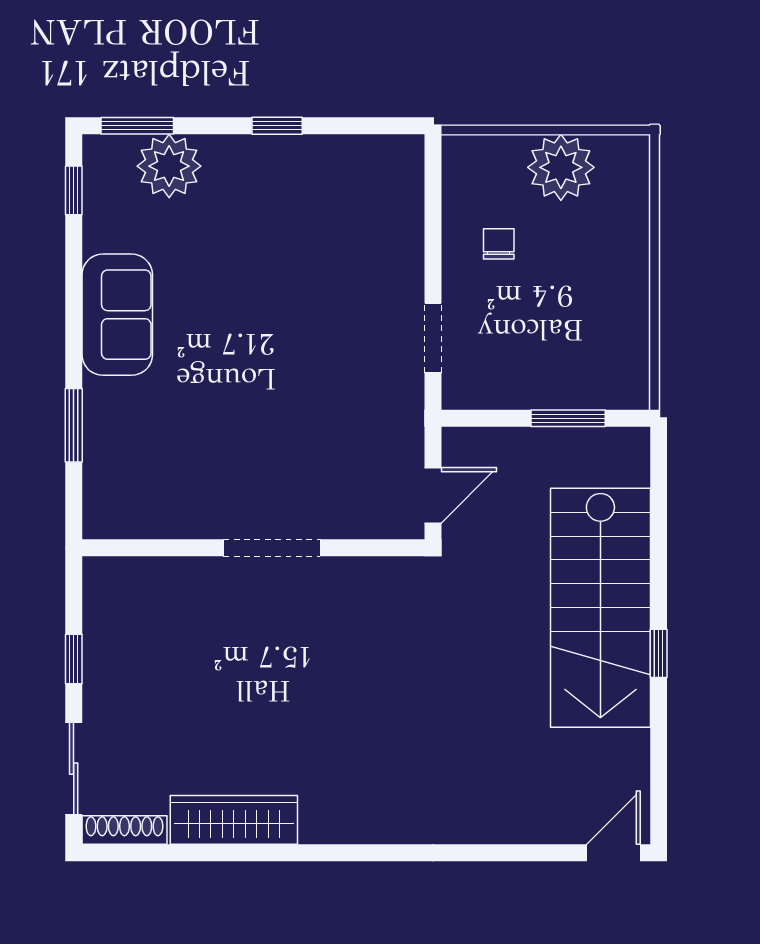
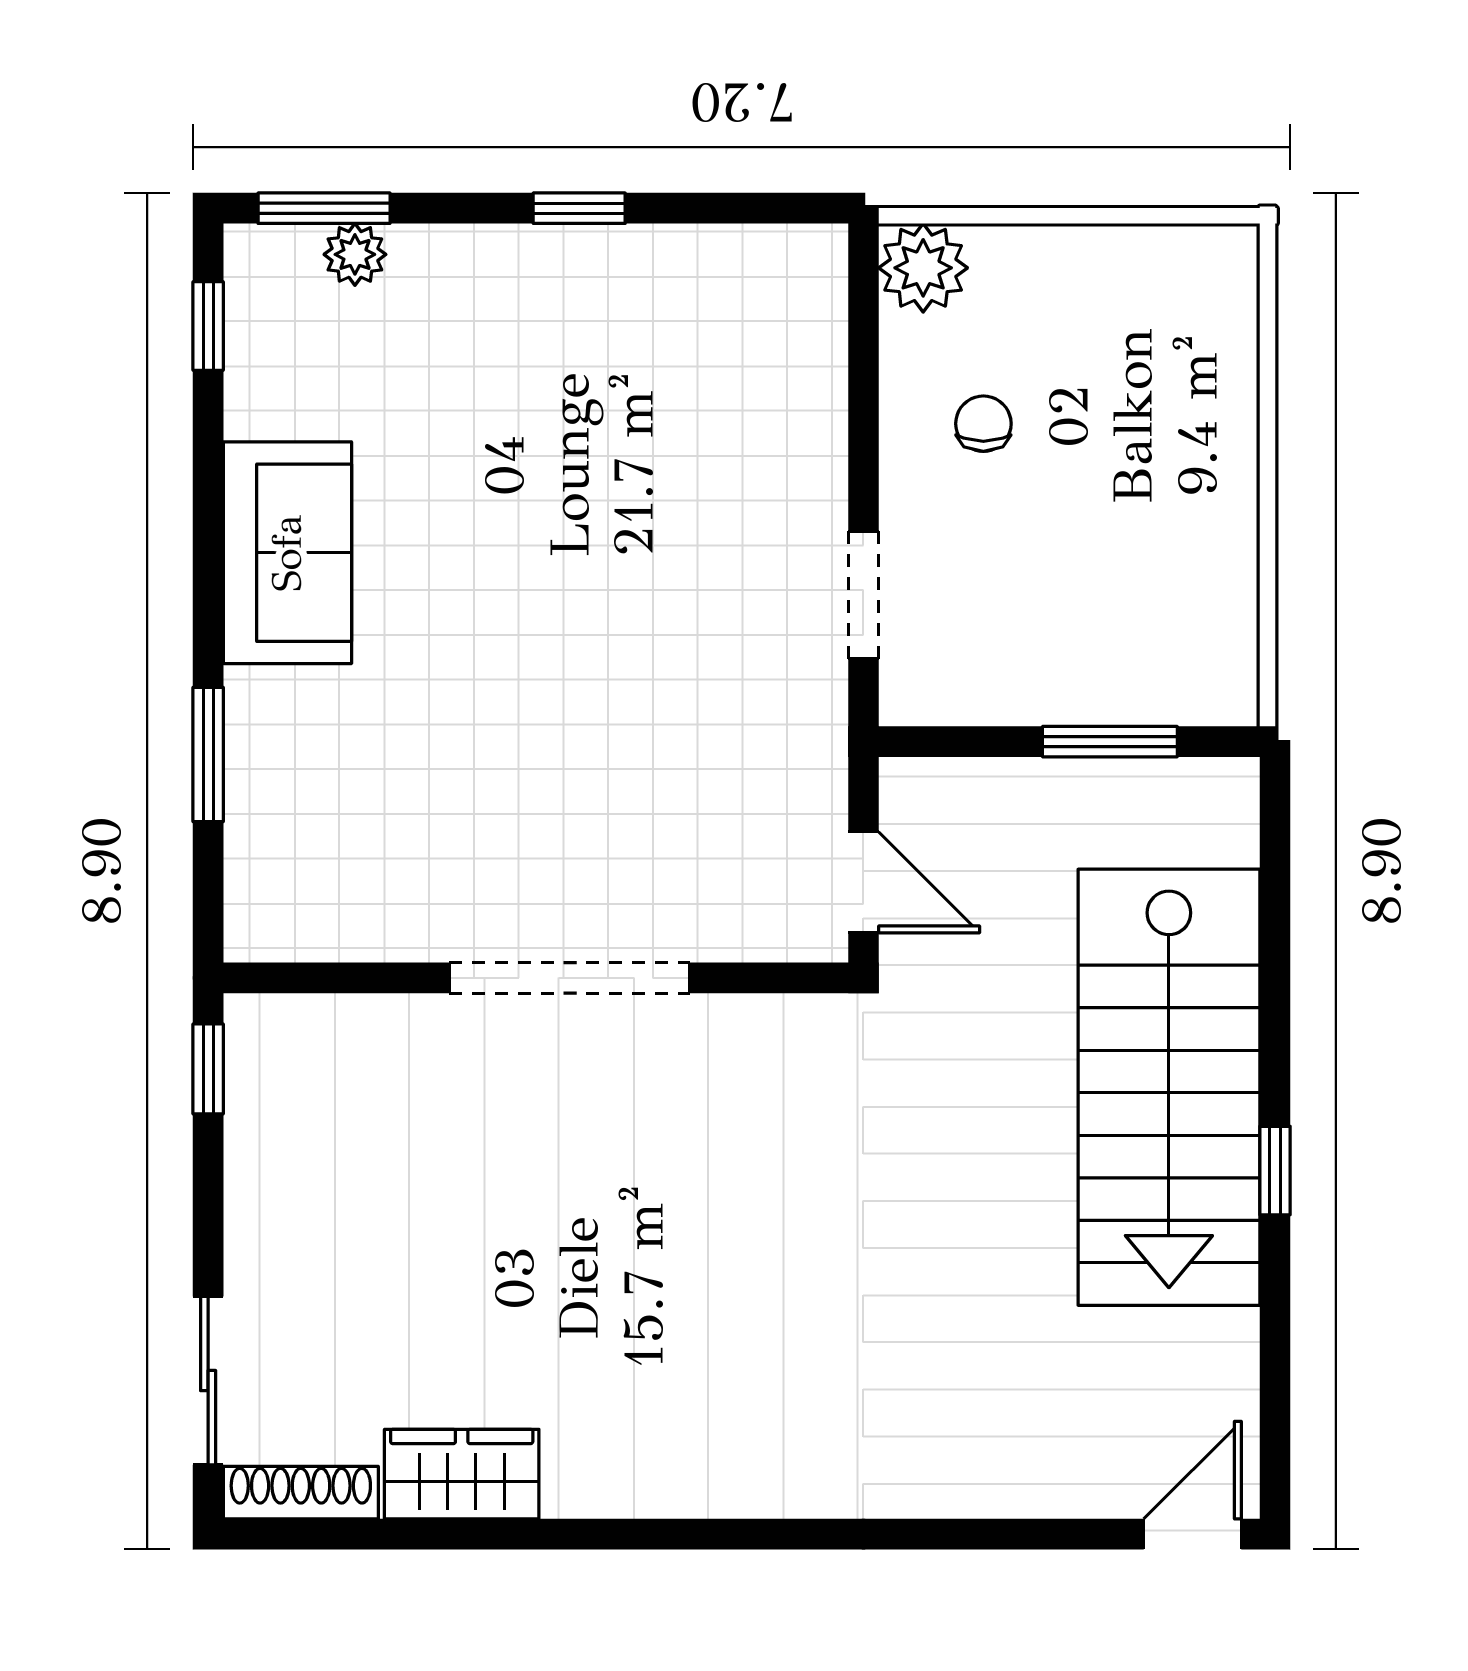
plant: (169, 166) -> (355, 254), width x0.53, depth x0.53
plant: (561, 167) -> (923, 268), moved, width x0.73, depth x0.73
door: (433, 495) -> (863, 882), hinge flipped
doorway: (272, 548) -> (570, 978), width x1.36
window: (74, 659) -> (208, 1069), moved
wardrobe: (234, 820) -> (462, 1474), width x0.67

